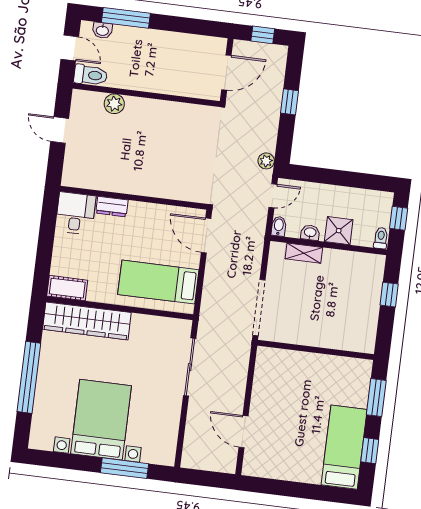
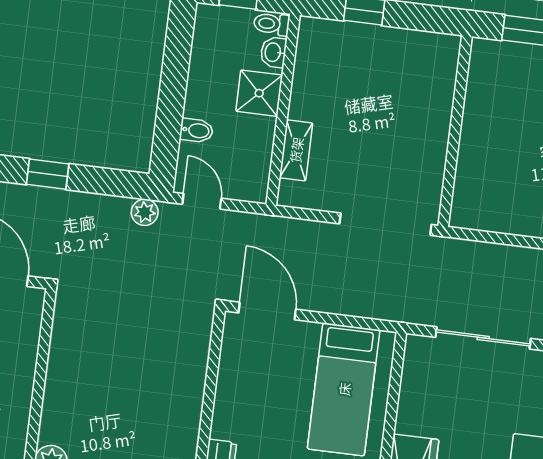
bidet: (279, 226) -> (197, 130), moved, turned 180
washbasin: (310, 233) -> (273, 52), moved
door: (206, 236) -> (267, 311), swing flipped

